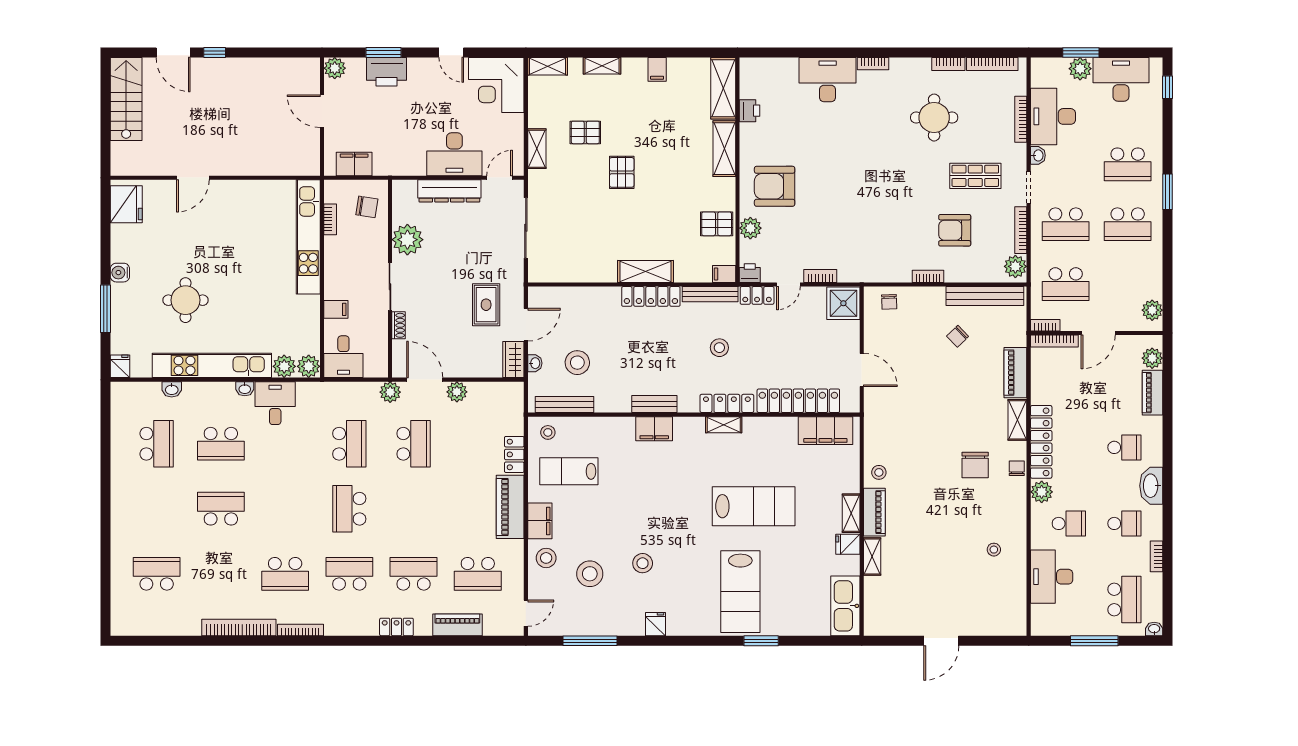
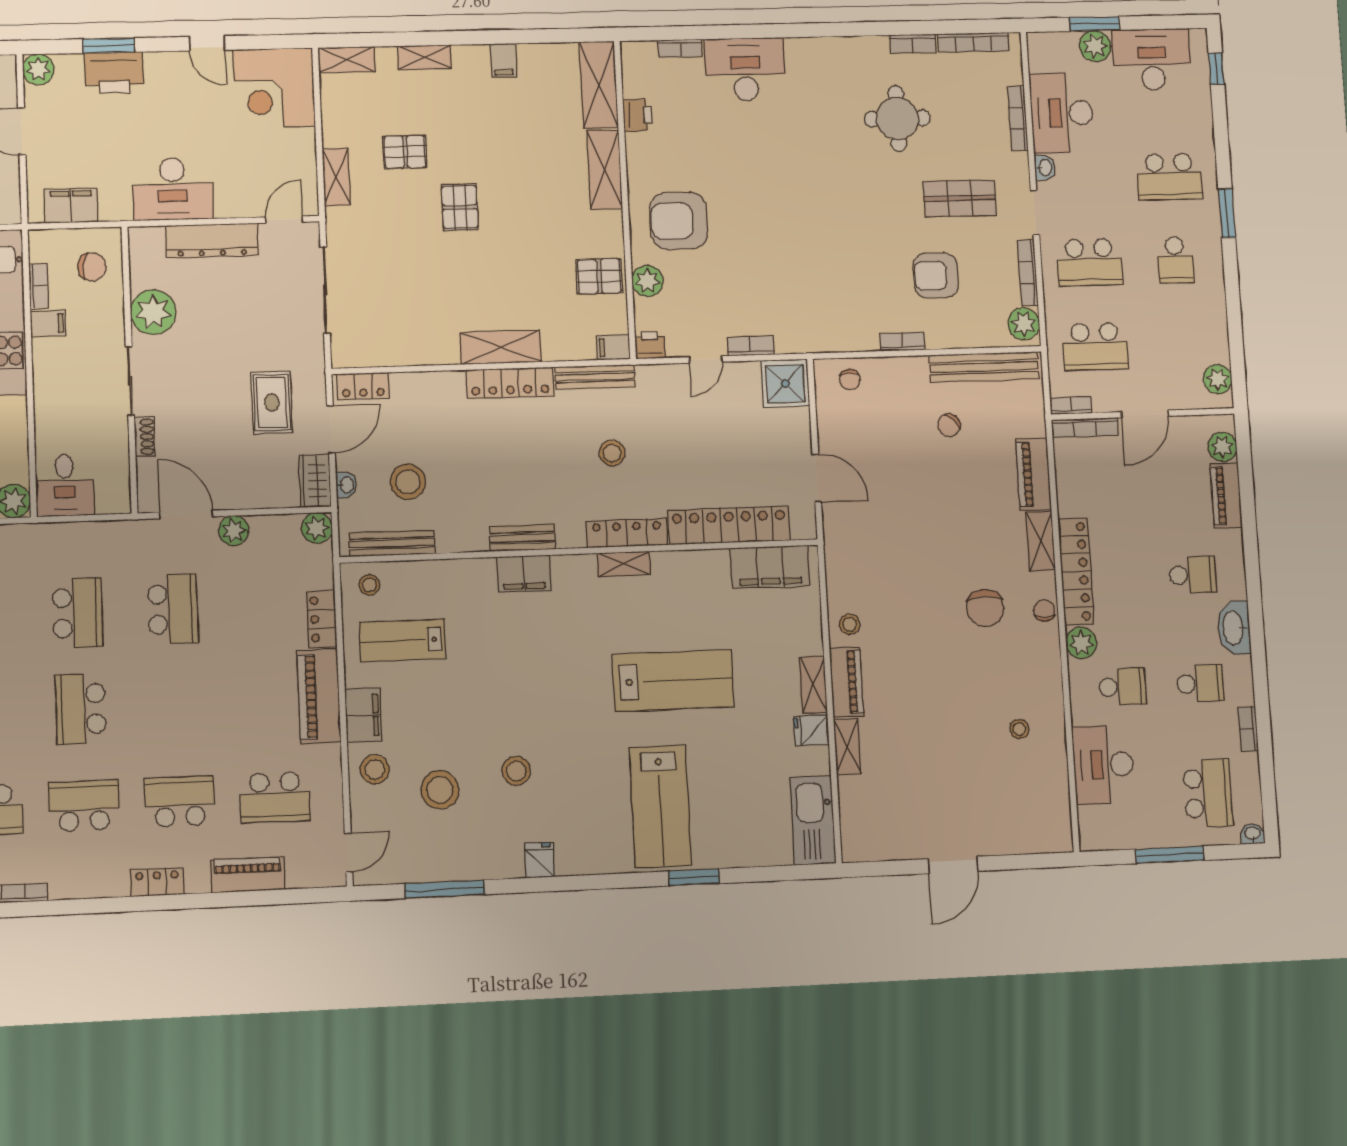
bookcase: (873, 64) -> (680, 48), moved
desk: (454, 154) -> (173, 189), moved
school desk: (1128, 224) -> (1175, 260), width x0.54
locker: (757, 295) -> (363, 386), moved
filing cabinet: (336, 309) -> (48, 323), moved
plant: (390, 392) -> (317, 528), moved

